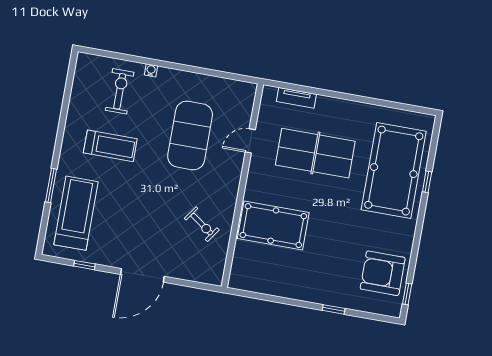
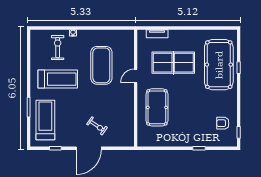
door: (250, 141) -> (136, 76), moved
treadmill: (110, 146) -> (58, 79), width x1.37, depth x1.38
exercise bike: (202, 224) -> (97, 126), moved
pool table: (273, 226) -> (157, 107), turned 90
armchair: (383, 273) -> (223, 123), width x0.53, depth x0.53

